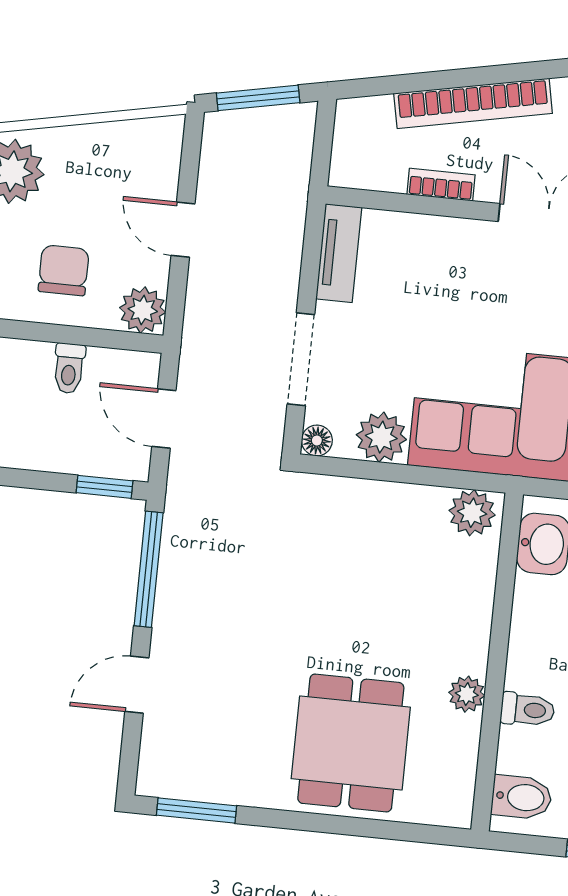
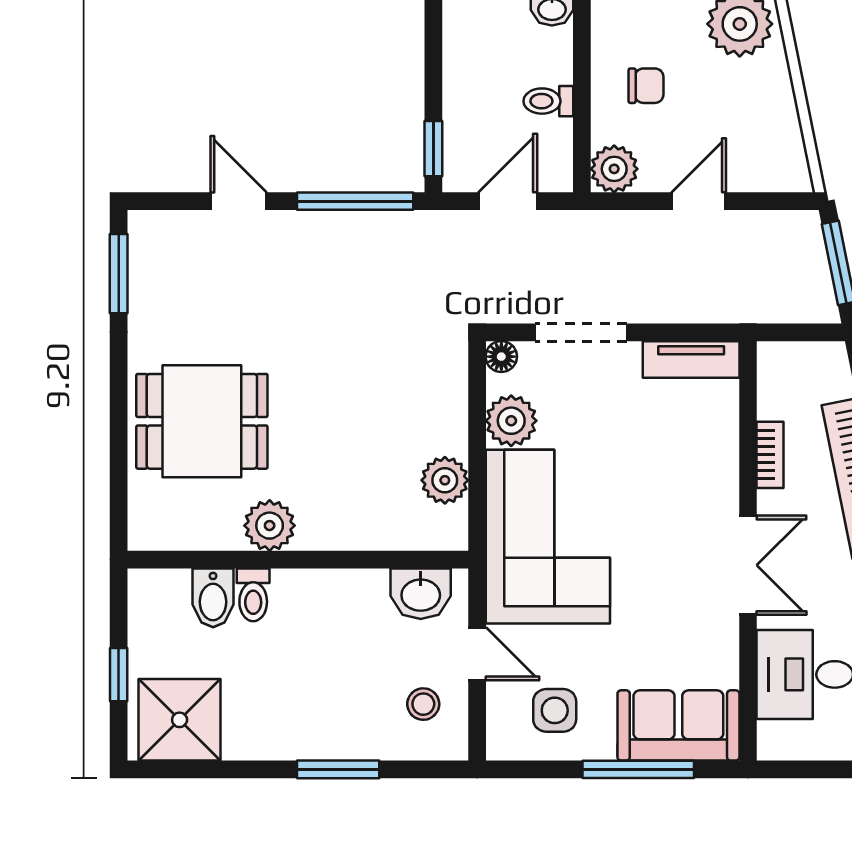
chair: (64, 270) -> (646, 86), width x0.73, depth x0.73
plant: (472, 513) -> (445, 480), moved
plant: (467, 694) -> (270, 526), width x1.38, depth x1.38
bidet: (522, 797) -> (213, 598), moved

